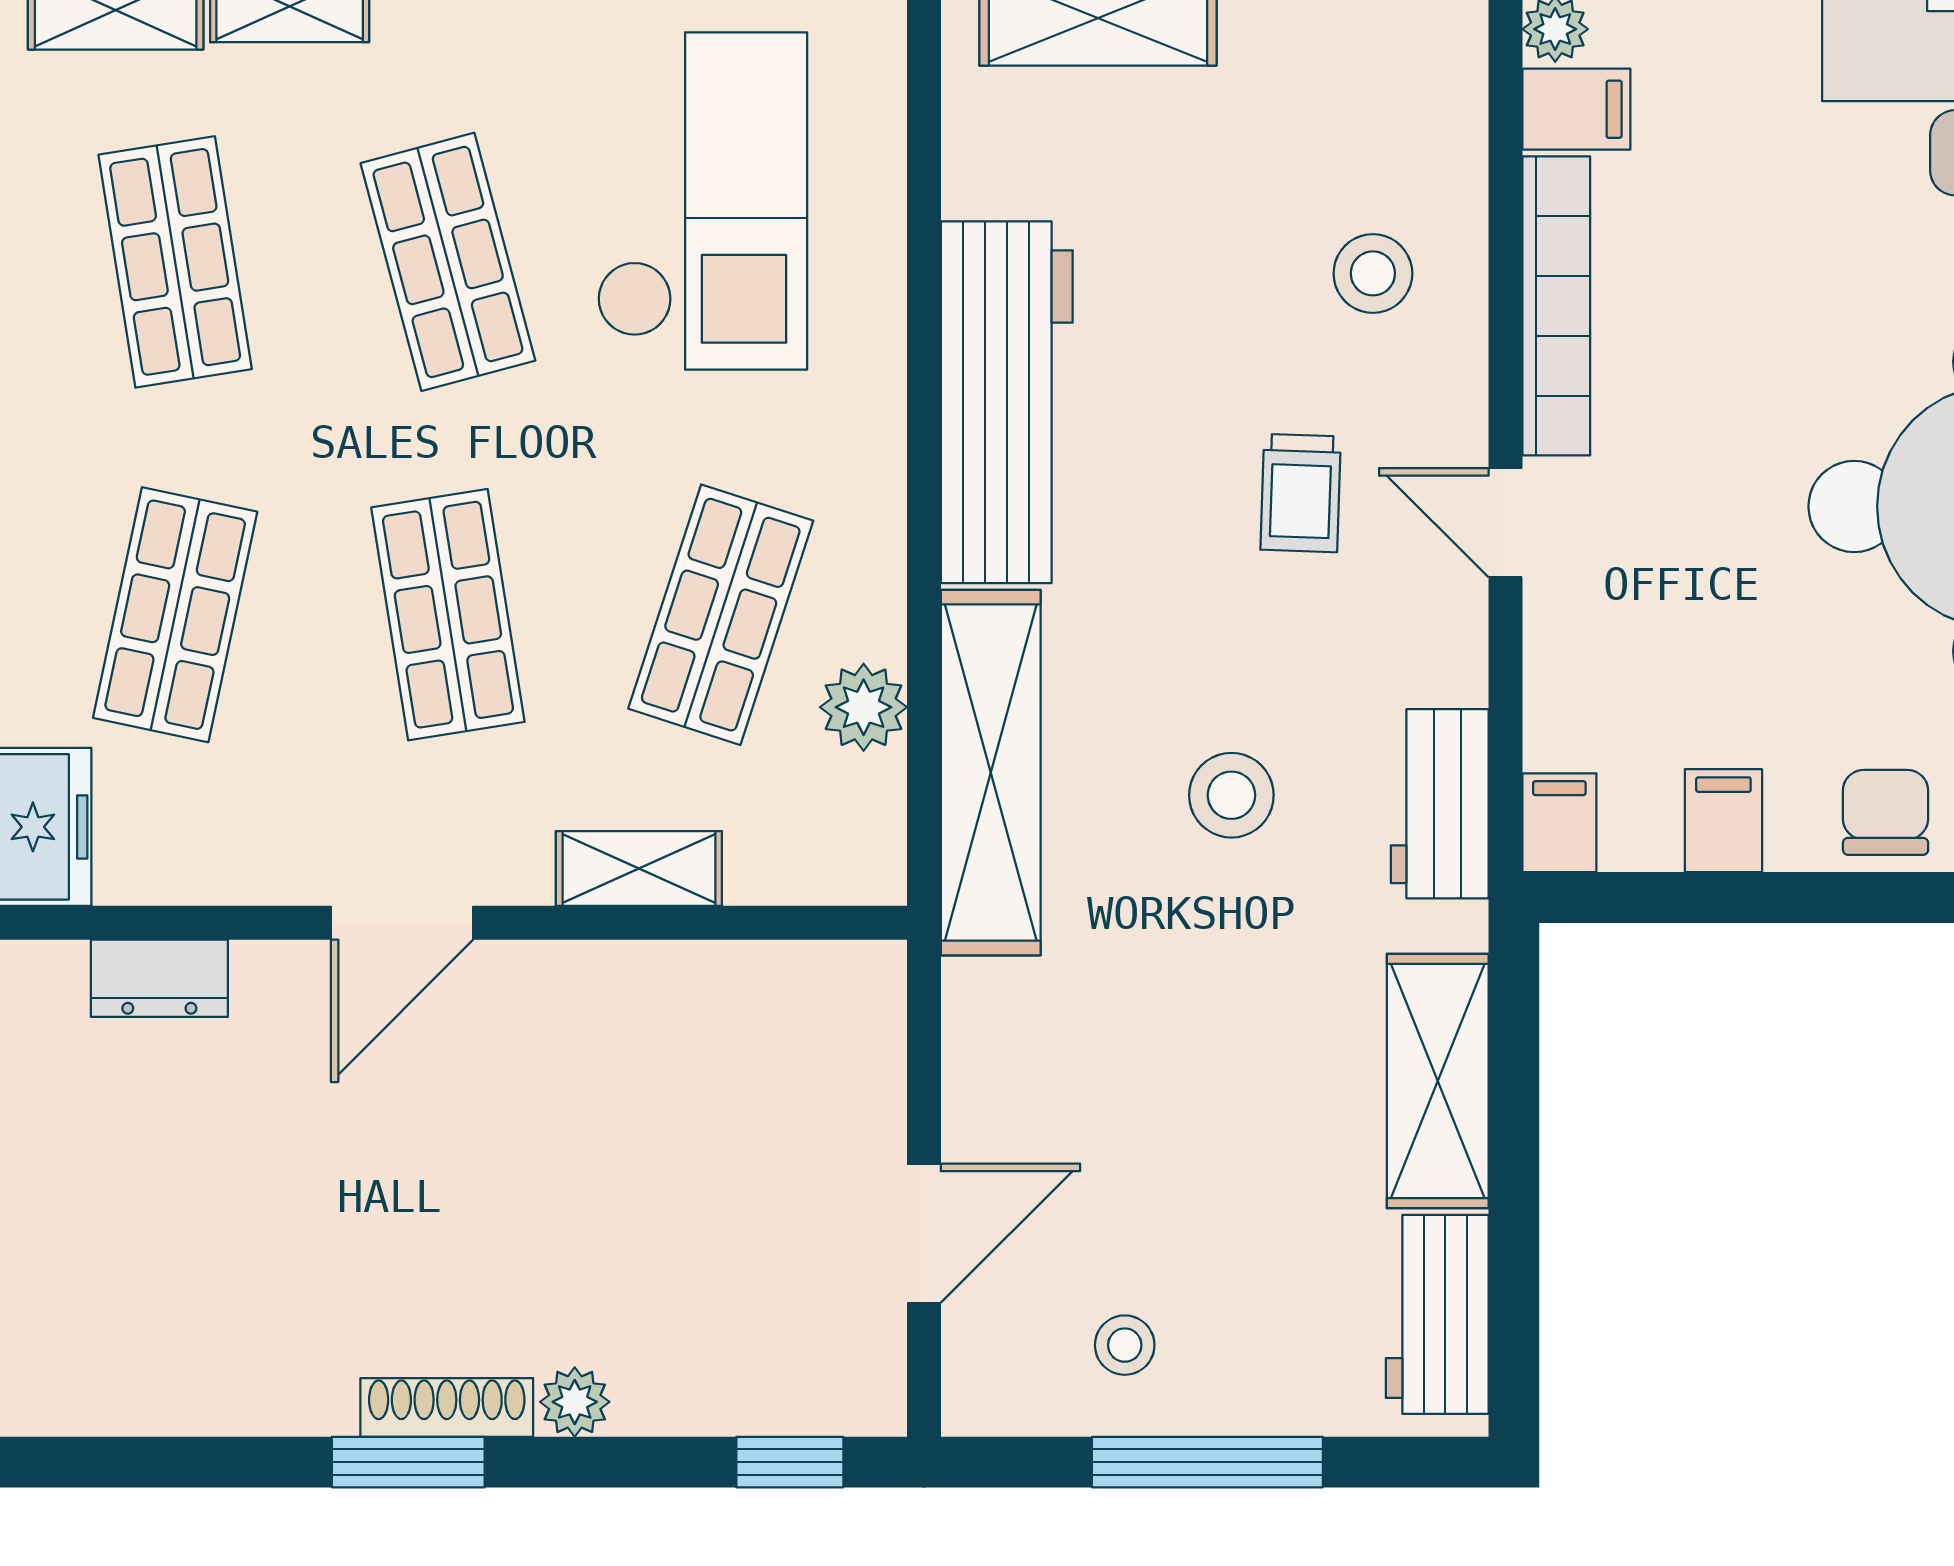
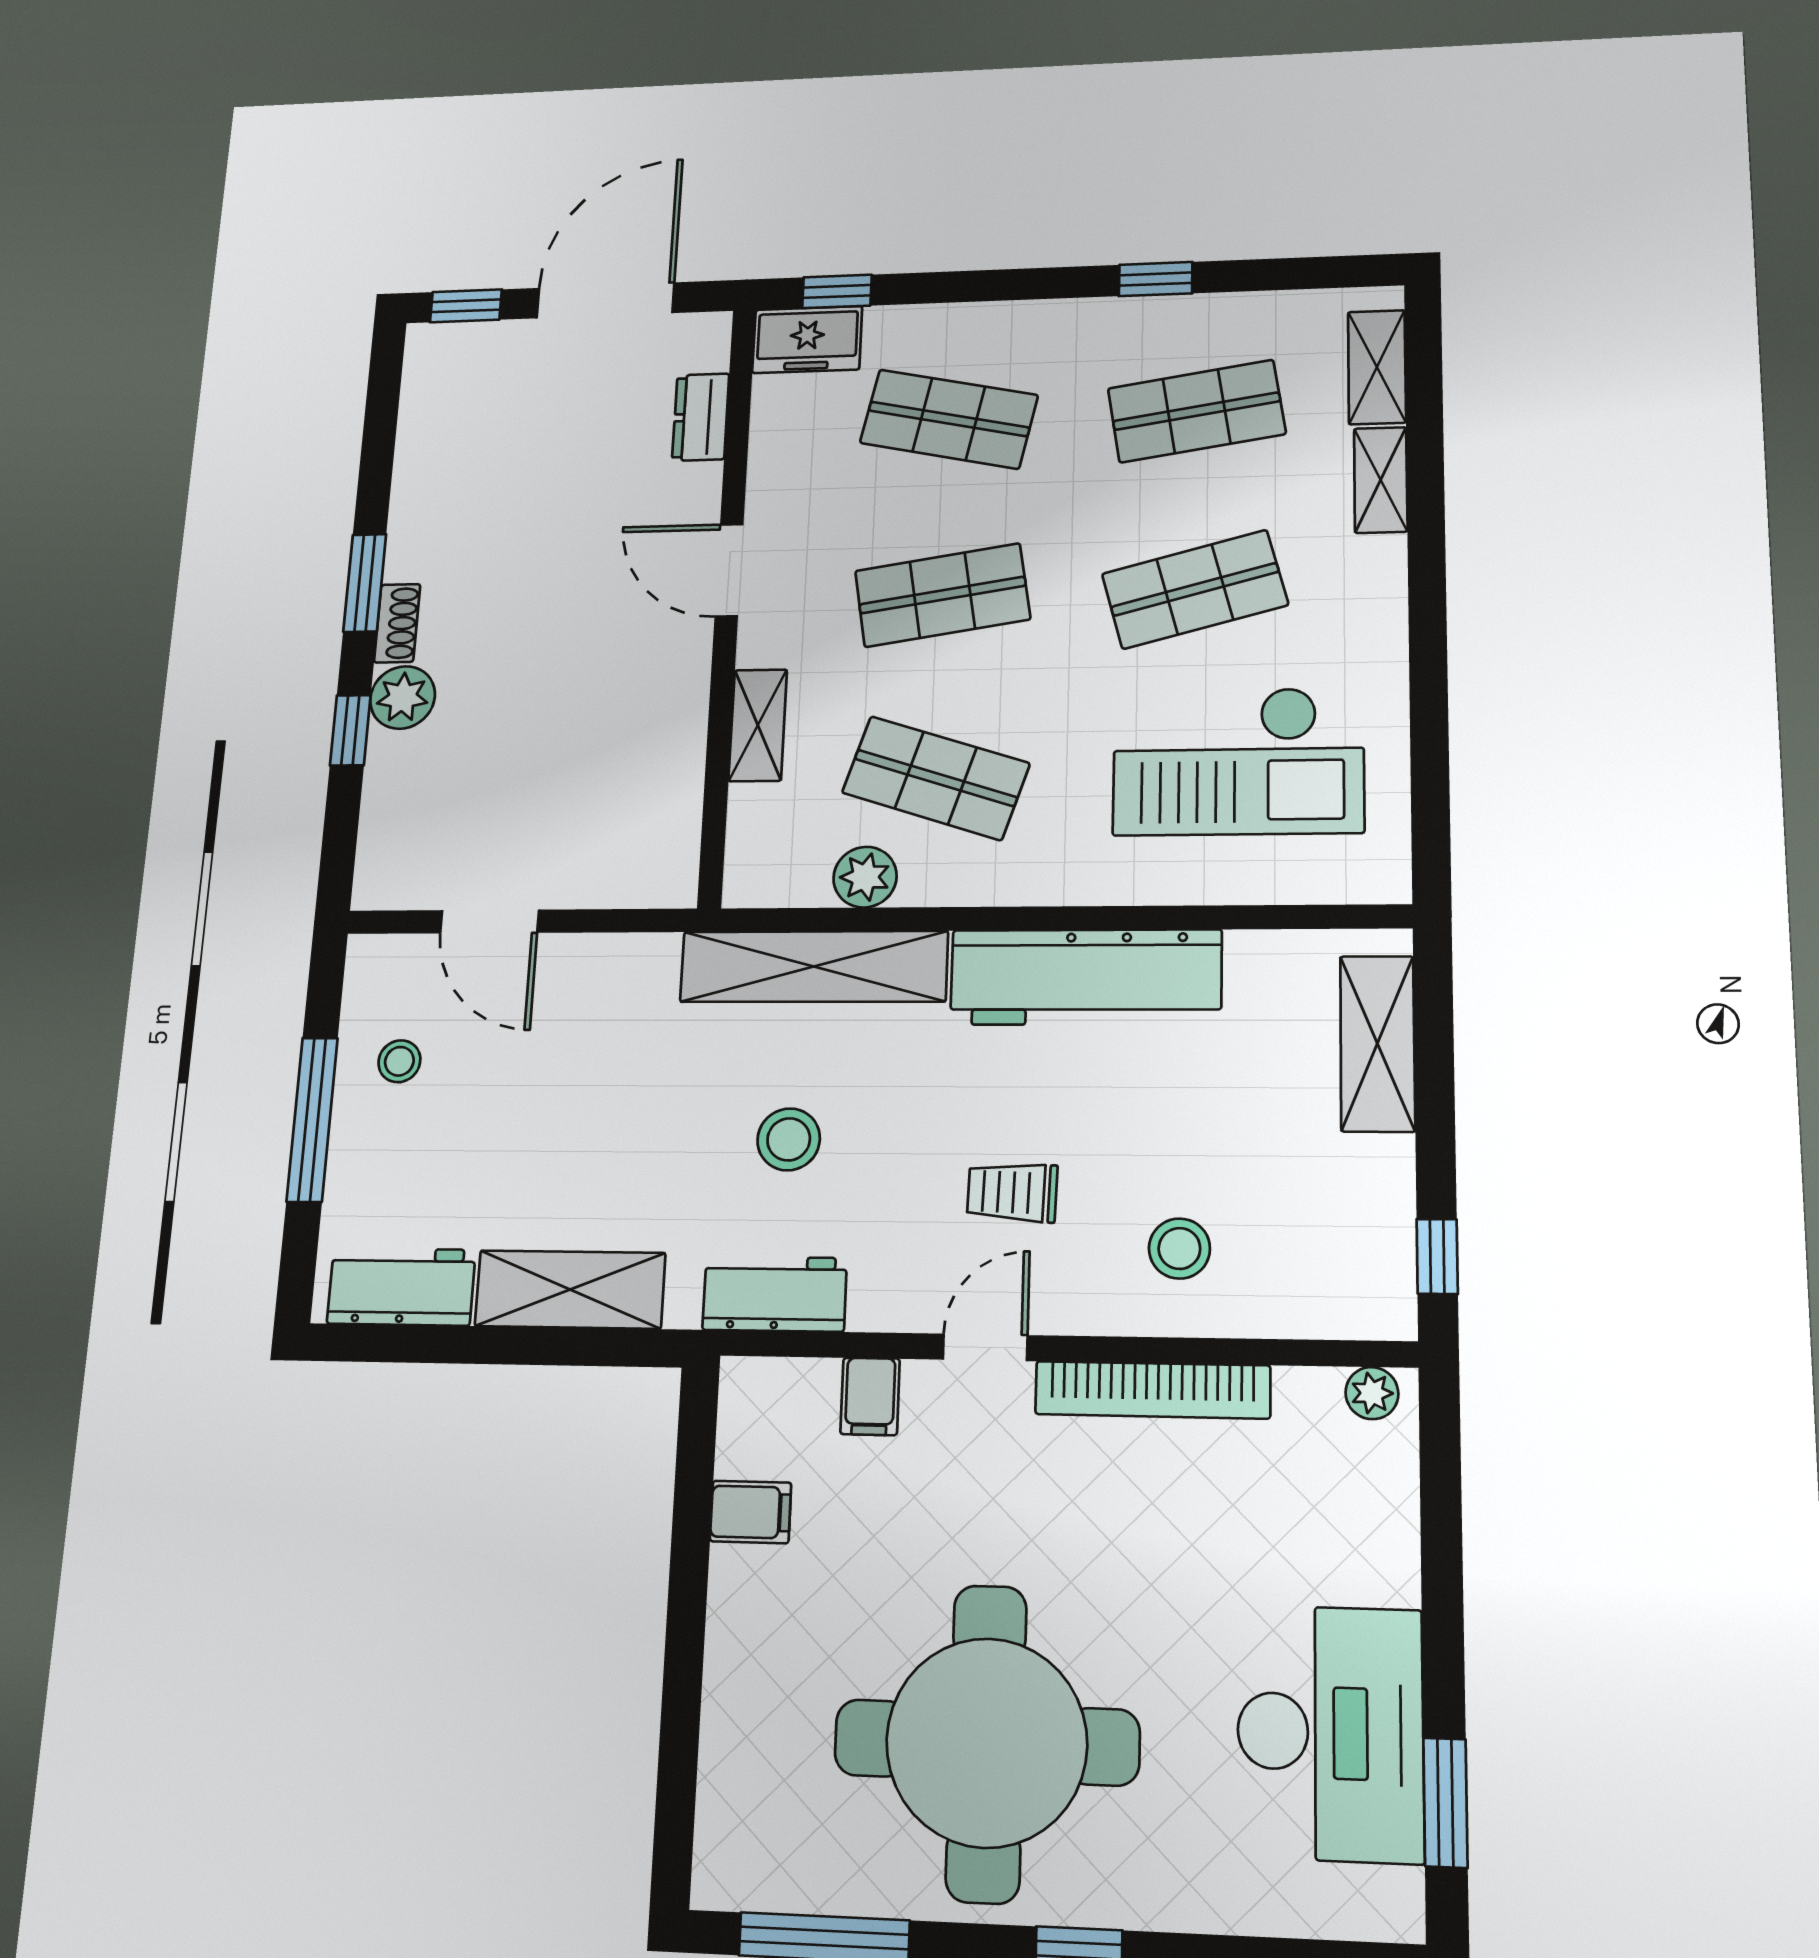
filing cabinet: (1576, 109) -> (1308, 1409), removed
chair: (1886, 812) -> (750, 1641), removed
filing cabinet: (1559, 823) -> (870, 1396), moved, turned 90
plant: (575, 1402) -> (403, 697), width x1.38, depth x1.38
shoe rack: (447, 1407) -> (397, 623), width x0.70
window: (790, 1462) -> (350, 730), moved

